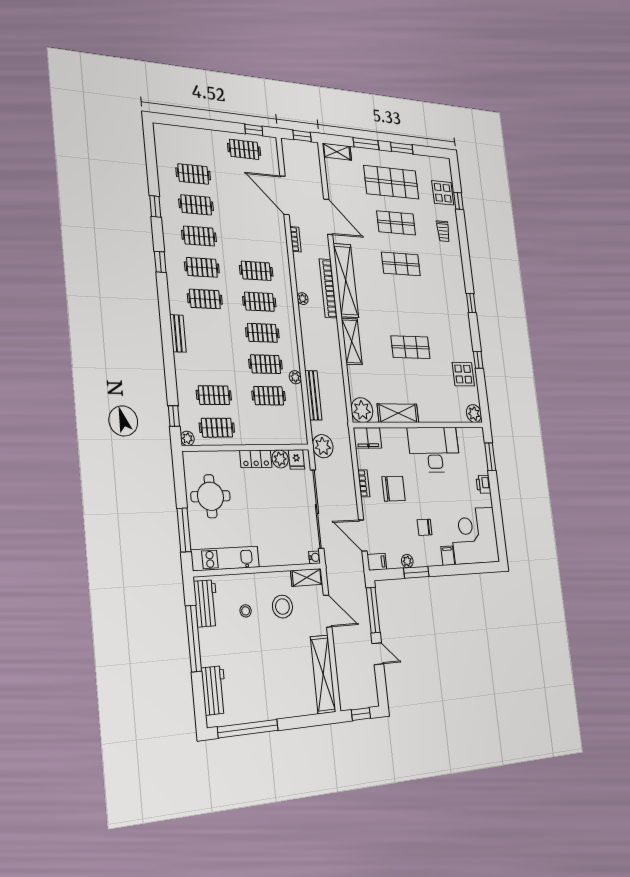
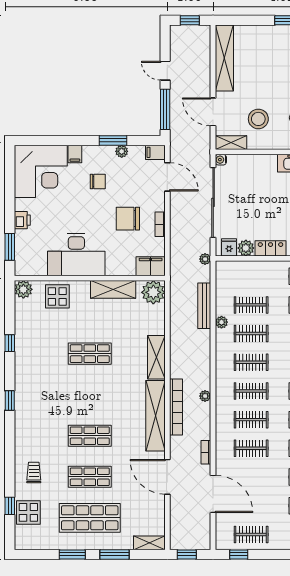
clothes rail: (253, 240) -> (251, 448), added
display table: (463, 374) -> (57, 296), moved
plant: (323, 446) -> (205, 259), width x0.53, depth x0.53

